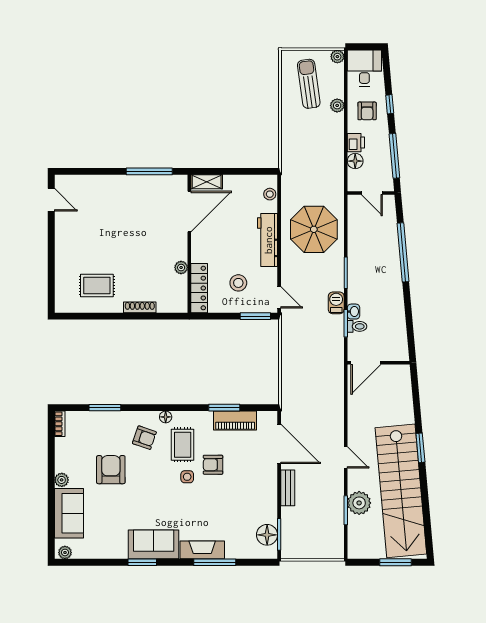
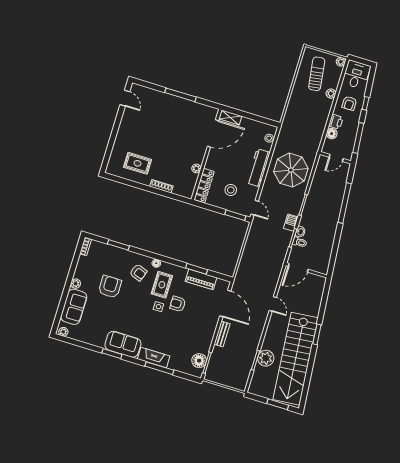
window: (149, 171) -> (180, 95), moved
door: (372, 193) -> (336, 158), hinge flipped
door: (346, 457) -> (273, 304), moved

